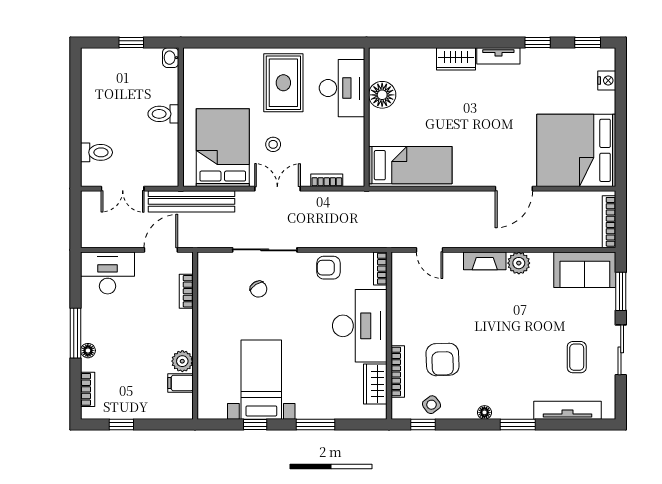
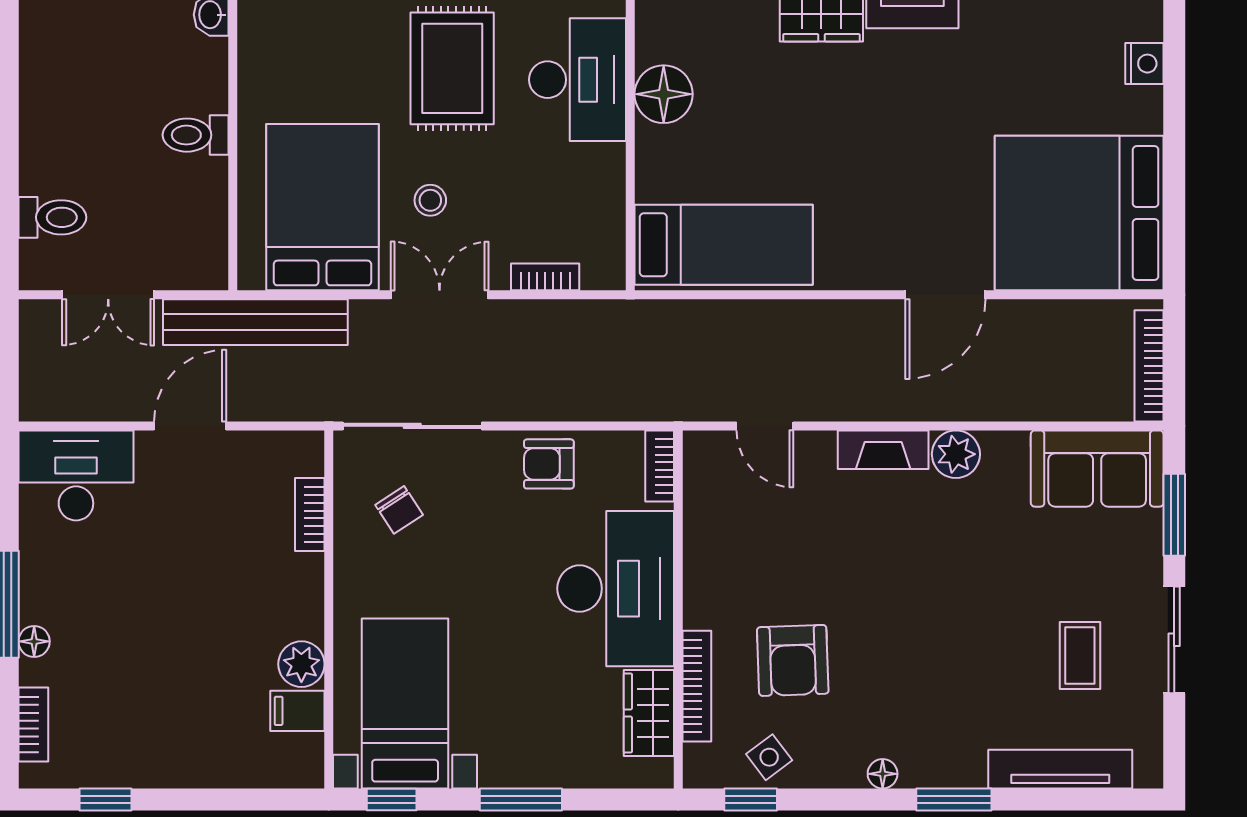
bookcase: (186, 291) -> (310, 514), moved
wall: (195, 336) -> (329, 609), moved
plant: (182, 361) -> (301, 664), moved
filing cabinet: (180, 383) -> (297, 711), moved

